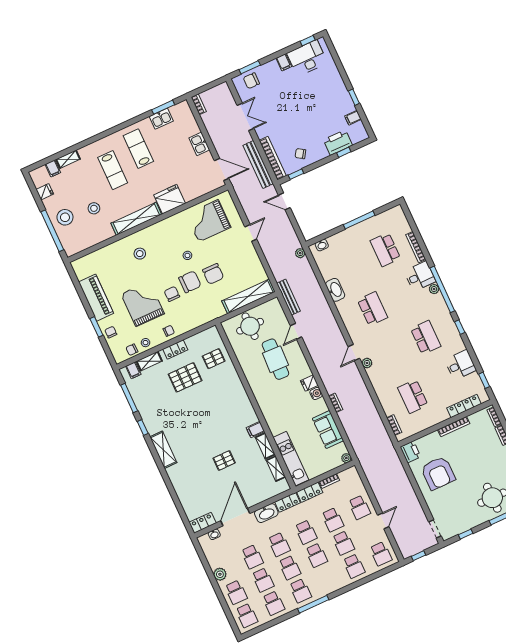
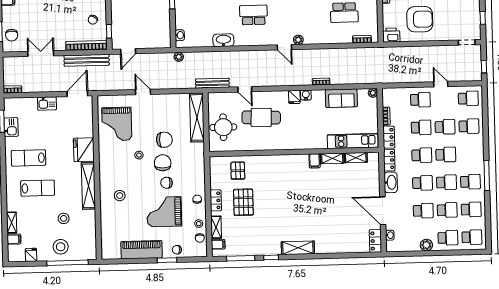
pallet: (224, 461) -> (330, 199), removed

